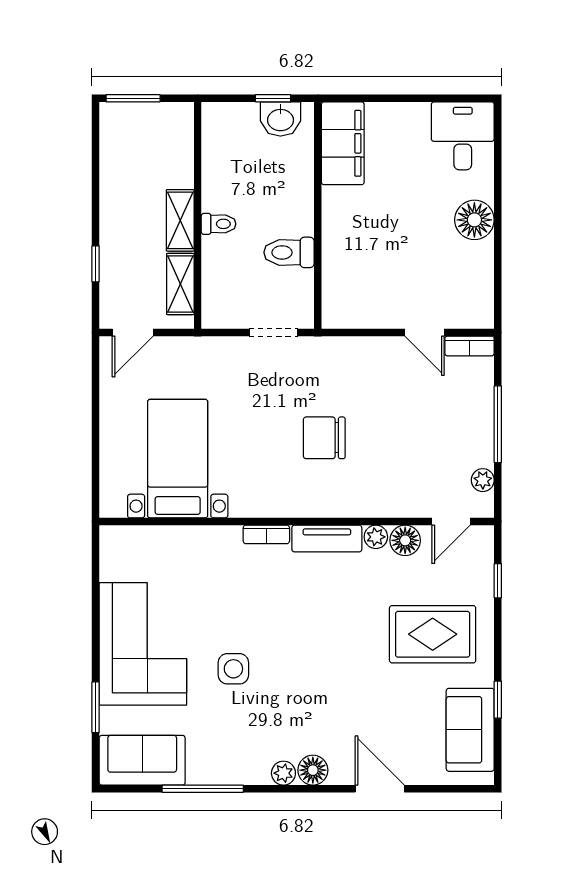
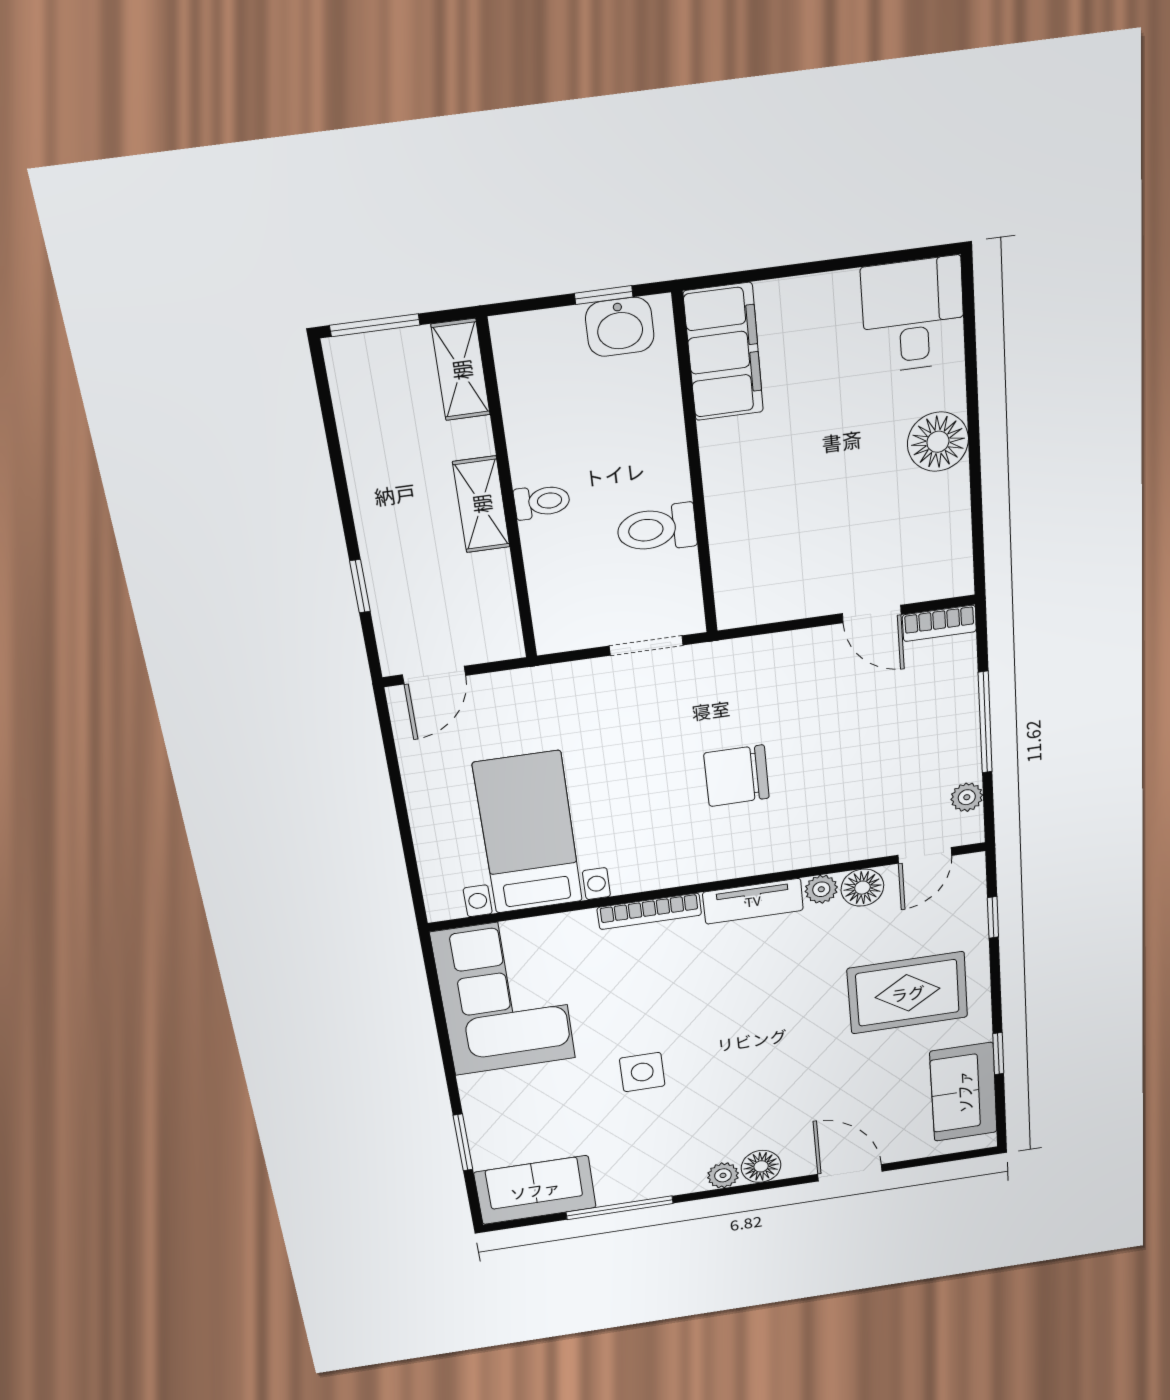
shelving: (180, 284) -> (461, 370), moved
bookcase: (266, 534) -> (649, 911), width x1.56
corner sofa: (143, 644) -> (504, 996), moved

